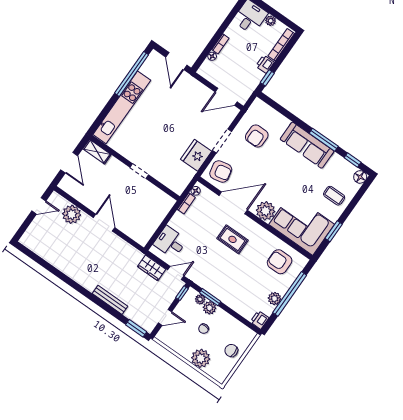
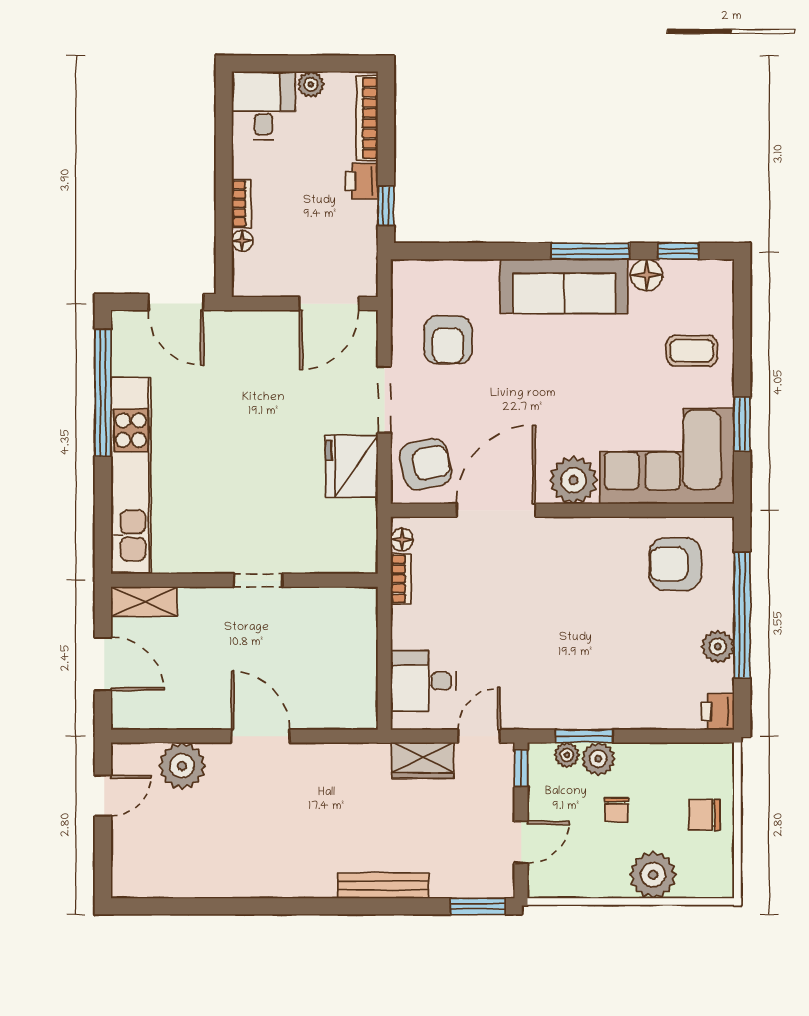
floor lamp: (360, 177) -> (647, 275), moved
rug: (232, 239) -> (547, 586), removed

